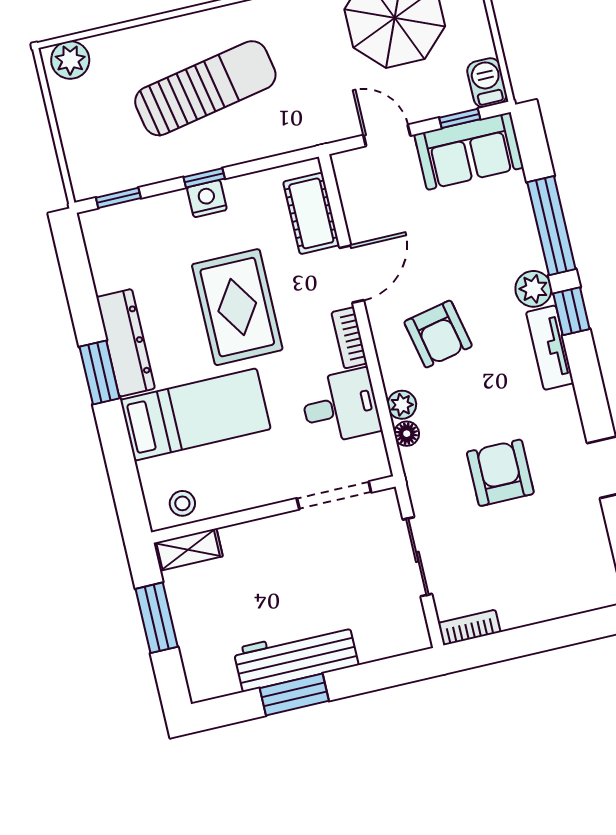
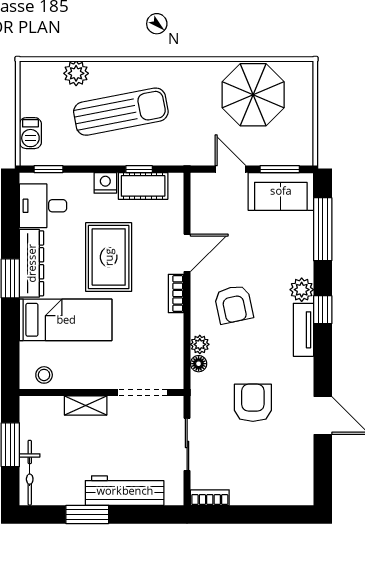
plant: (70, 60) -> (76, 73), moved
barbecue: (487, 83) -> (30, 133), moved, turned 180
window: (460, 118) -> (280, 169), width x1.50
window: (204, 178) -> (139, 169), moved
cot: (311, 213) -> (143, 186), moved, turned 90
window: (551, 226) -> (323, 229), moved
desk: (340, 407) -> (43, 206), moved, turned 180
shelving: (188, 550) -> (86, 406), moved
bicycle: (195, 652) -> (30, 473), added
workbench: (296, 657) -> (125, 491), moved

